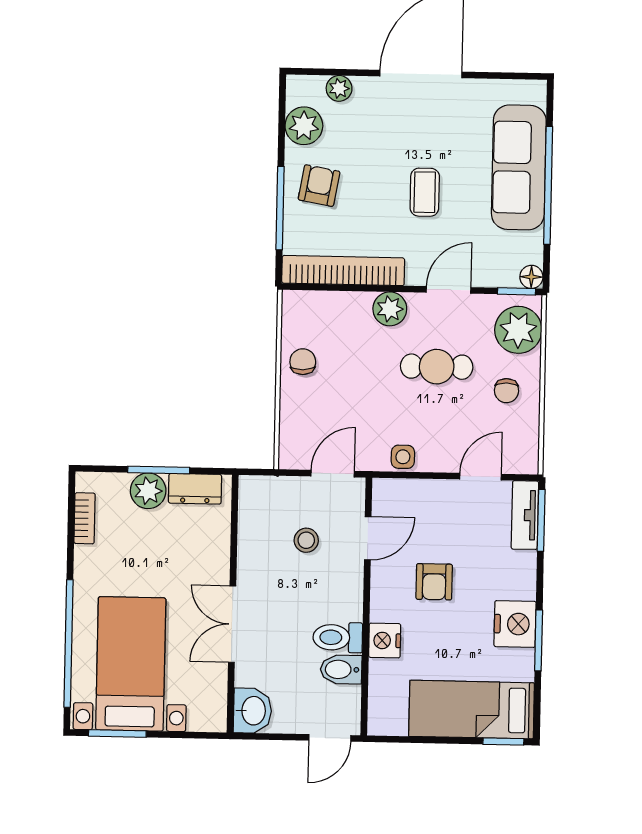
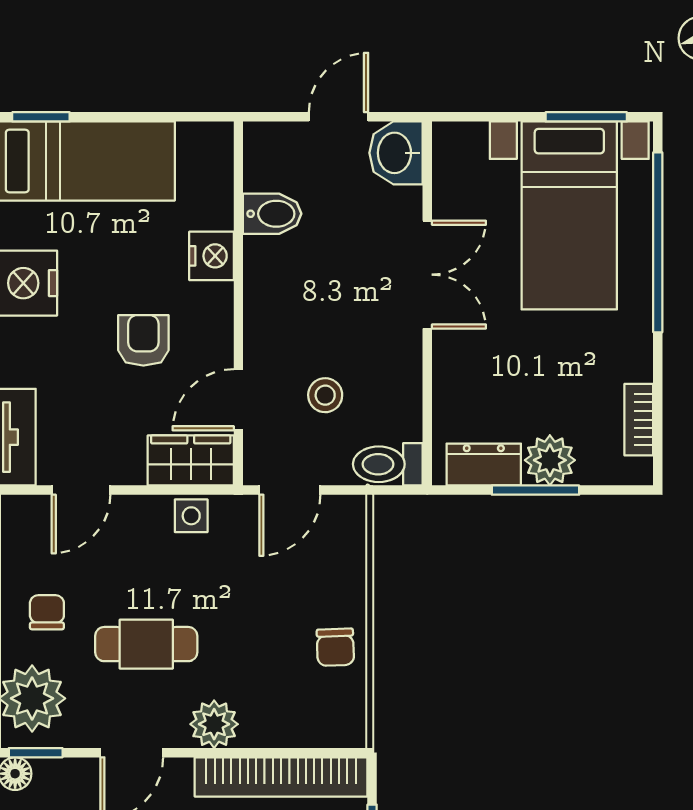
wardrobe: (402, 496) -> (191, 460), added
toilet: (338, 637) -> (388, 464), moved, turned 180
door: (330, 738) -> (338, 117), moved

